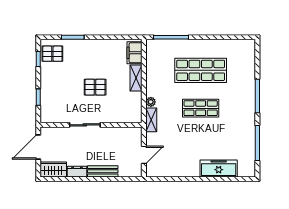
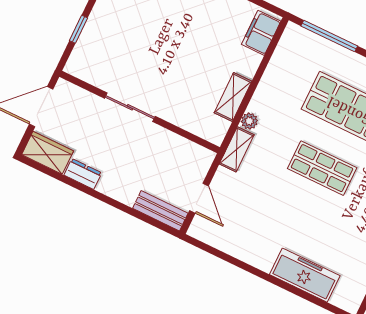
shelving: (136, 78) -> (233, 97), moved
pallet: (95, 87) -> (174, 56), removed
door: (144, 155) -> (199, 198), hinge flipped
bench: (103, 171) -> (160, 211), moved

